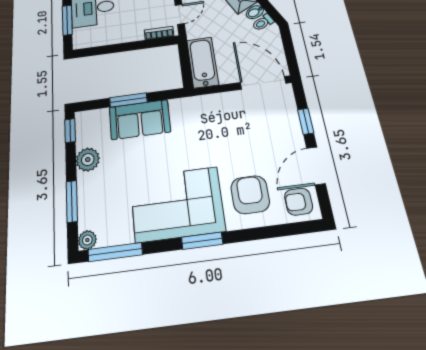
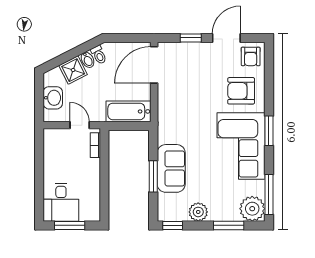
door: (316, 166) -> (226, 38), swing flipped
plant: (87, 240) -> (252, 209), width x1.87, depth x1.87

